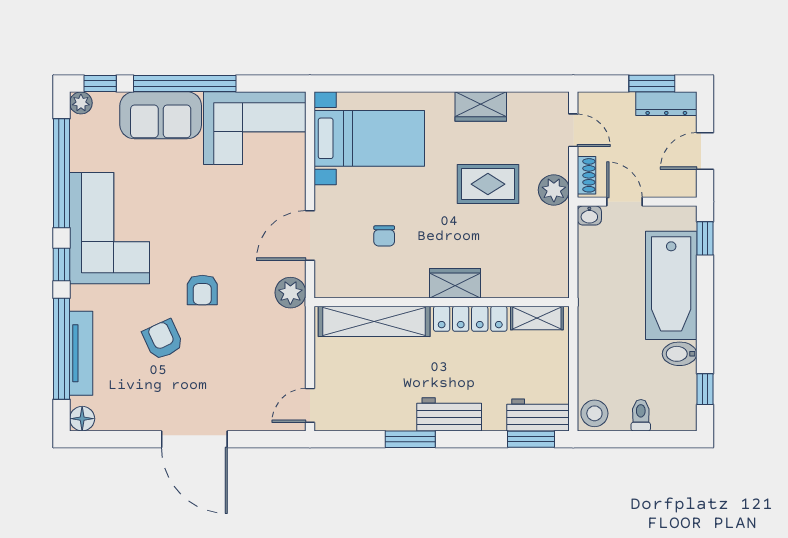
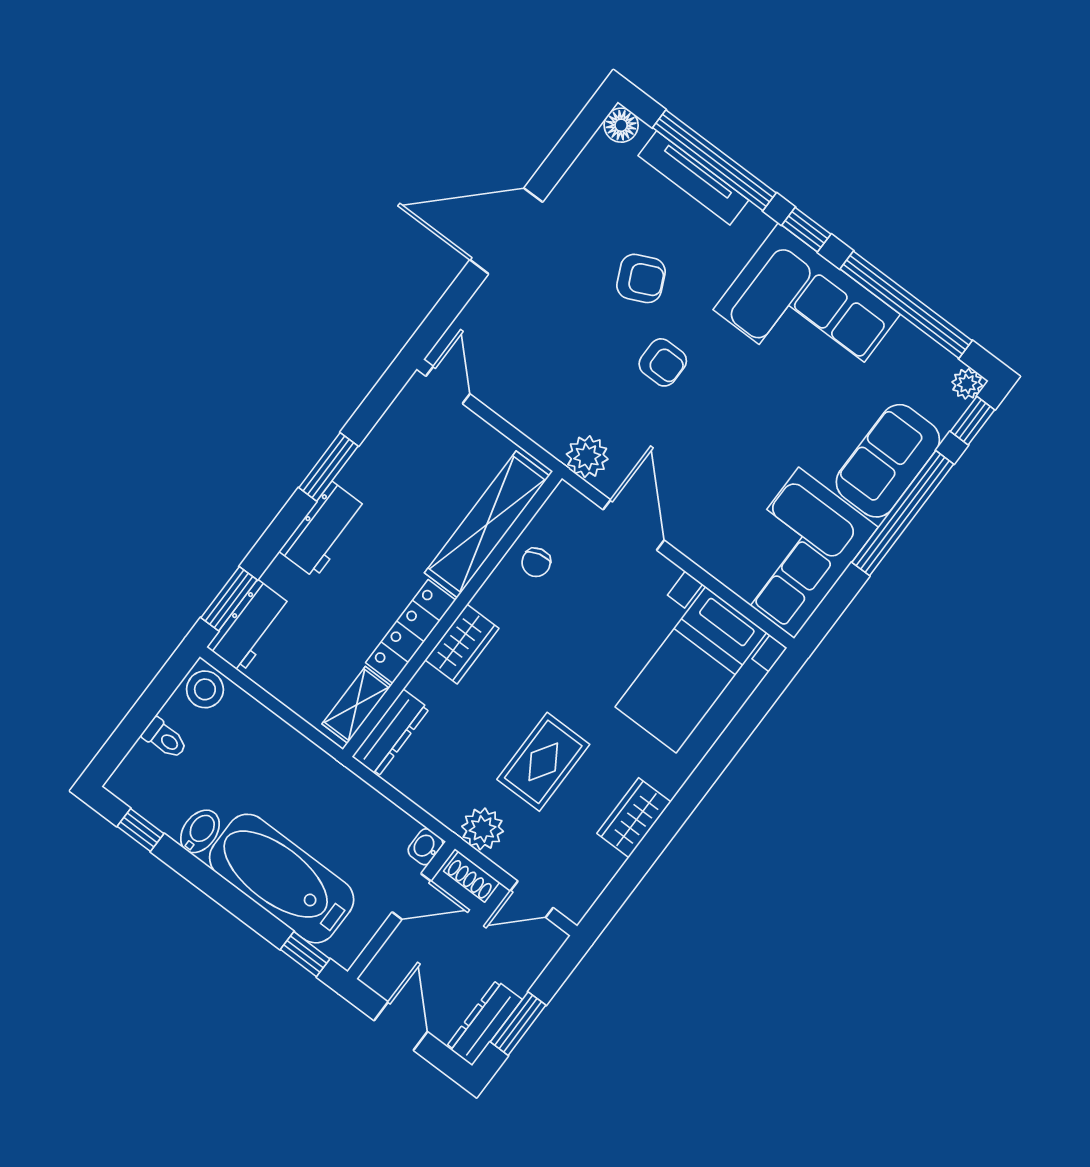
chair: (384, 236) -> (536, 562), moved, turned -104
dresser: (538, 286) -> (391, 733), added
armchair: (202, 290) -> (663, 362), turned 180

